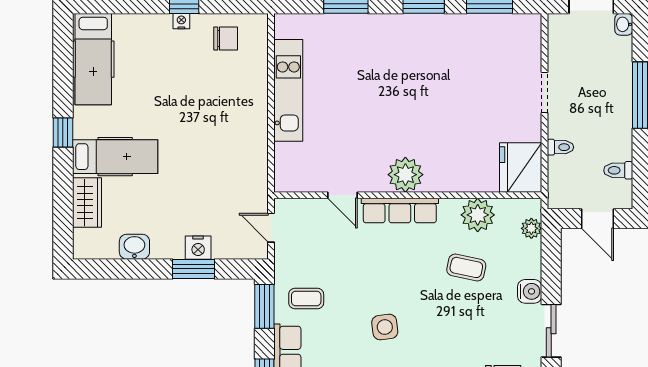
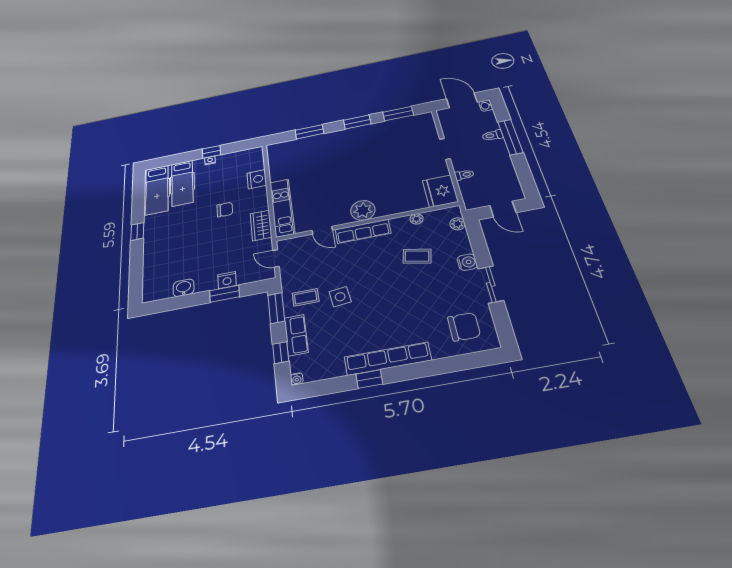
chair: (226, 38) -> (225, 210), moved
nightstand: (254, 78) -> (257, 179), added
kitchen unit: (288, 90) -> (282, 208), moved
hospital bed: (115, 157) -> (182, 183), moved, turned 90
toilet: (618, 170) -> (493, 135), moved
wardrobe: (87, 203) -> (261, 225), moved, turned 180
plant: (478, 215) -> (417, 219), width x0.53, depth x0.53
side table: (385, 327) -> (340, 297), moved

